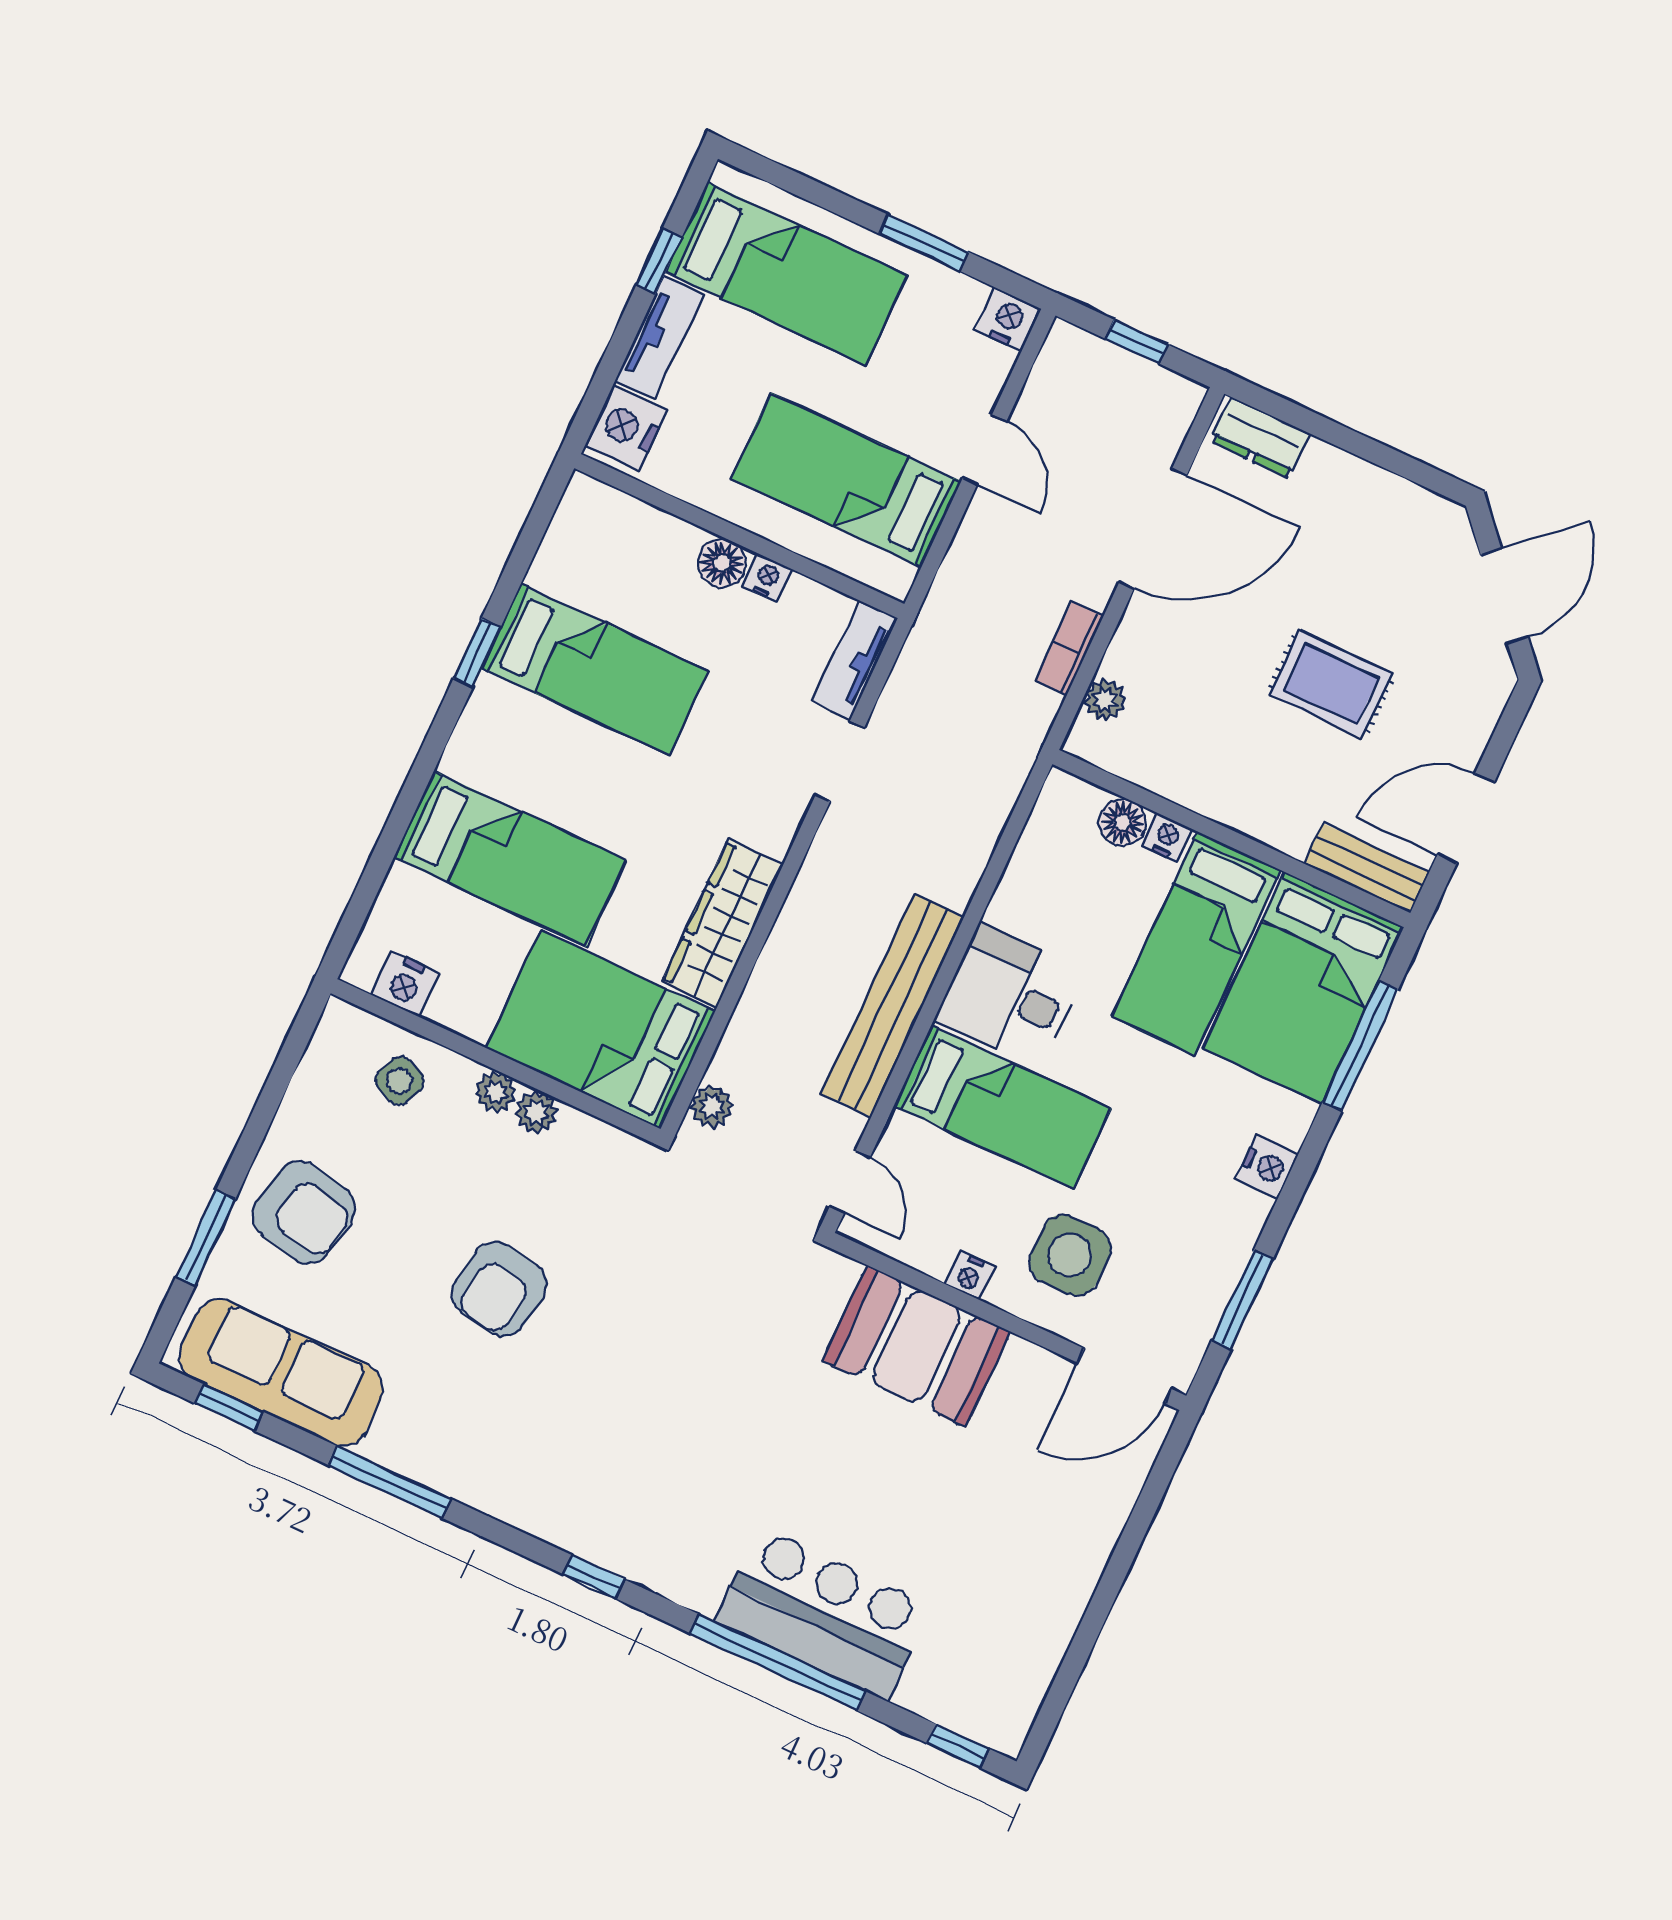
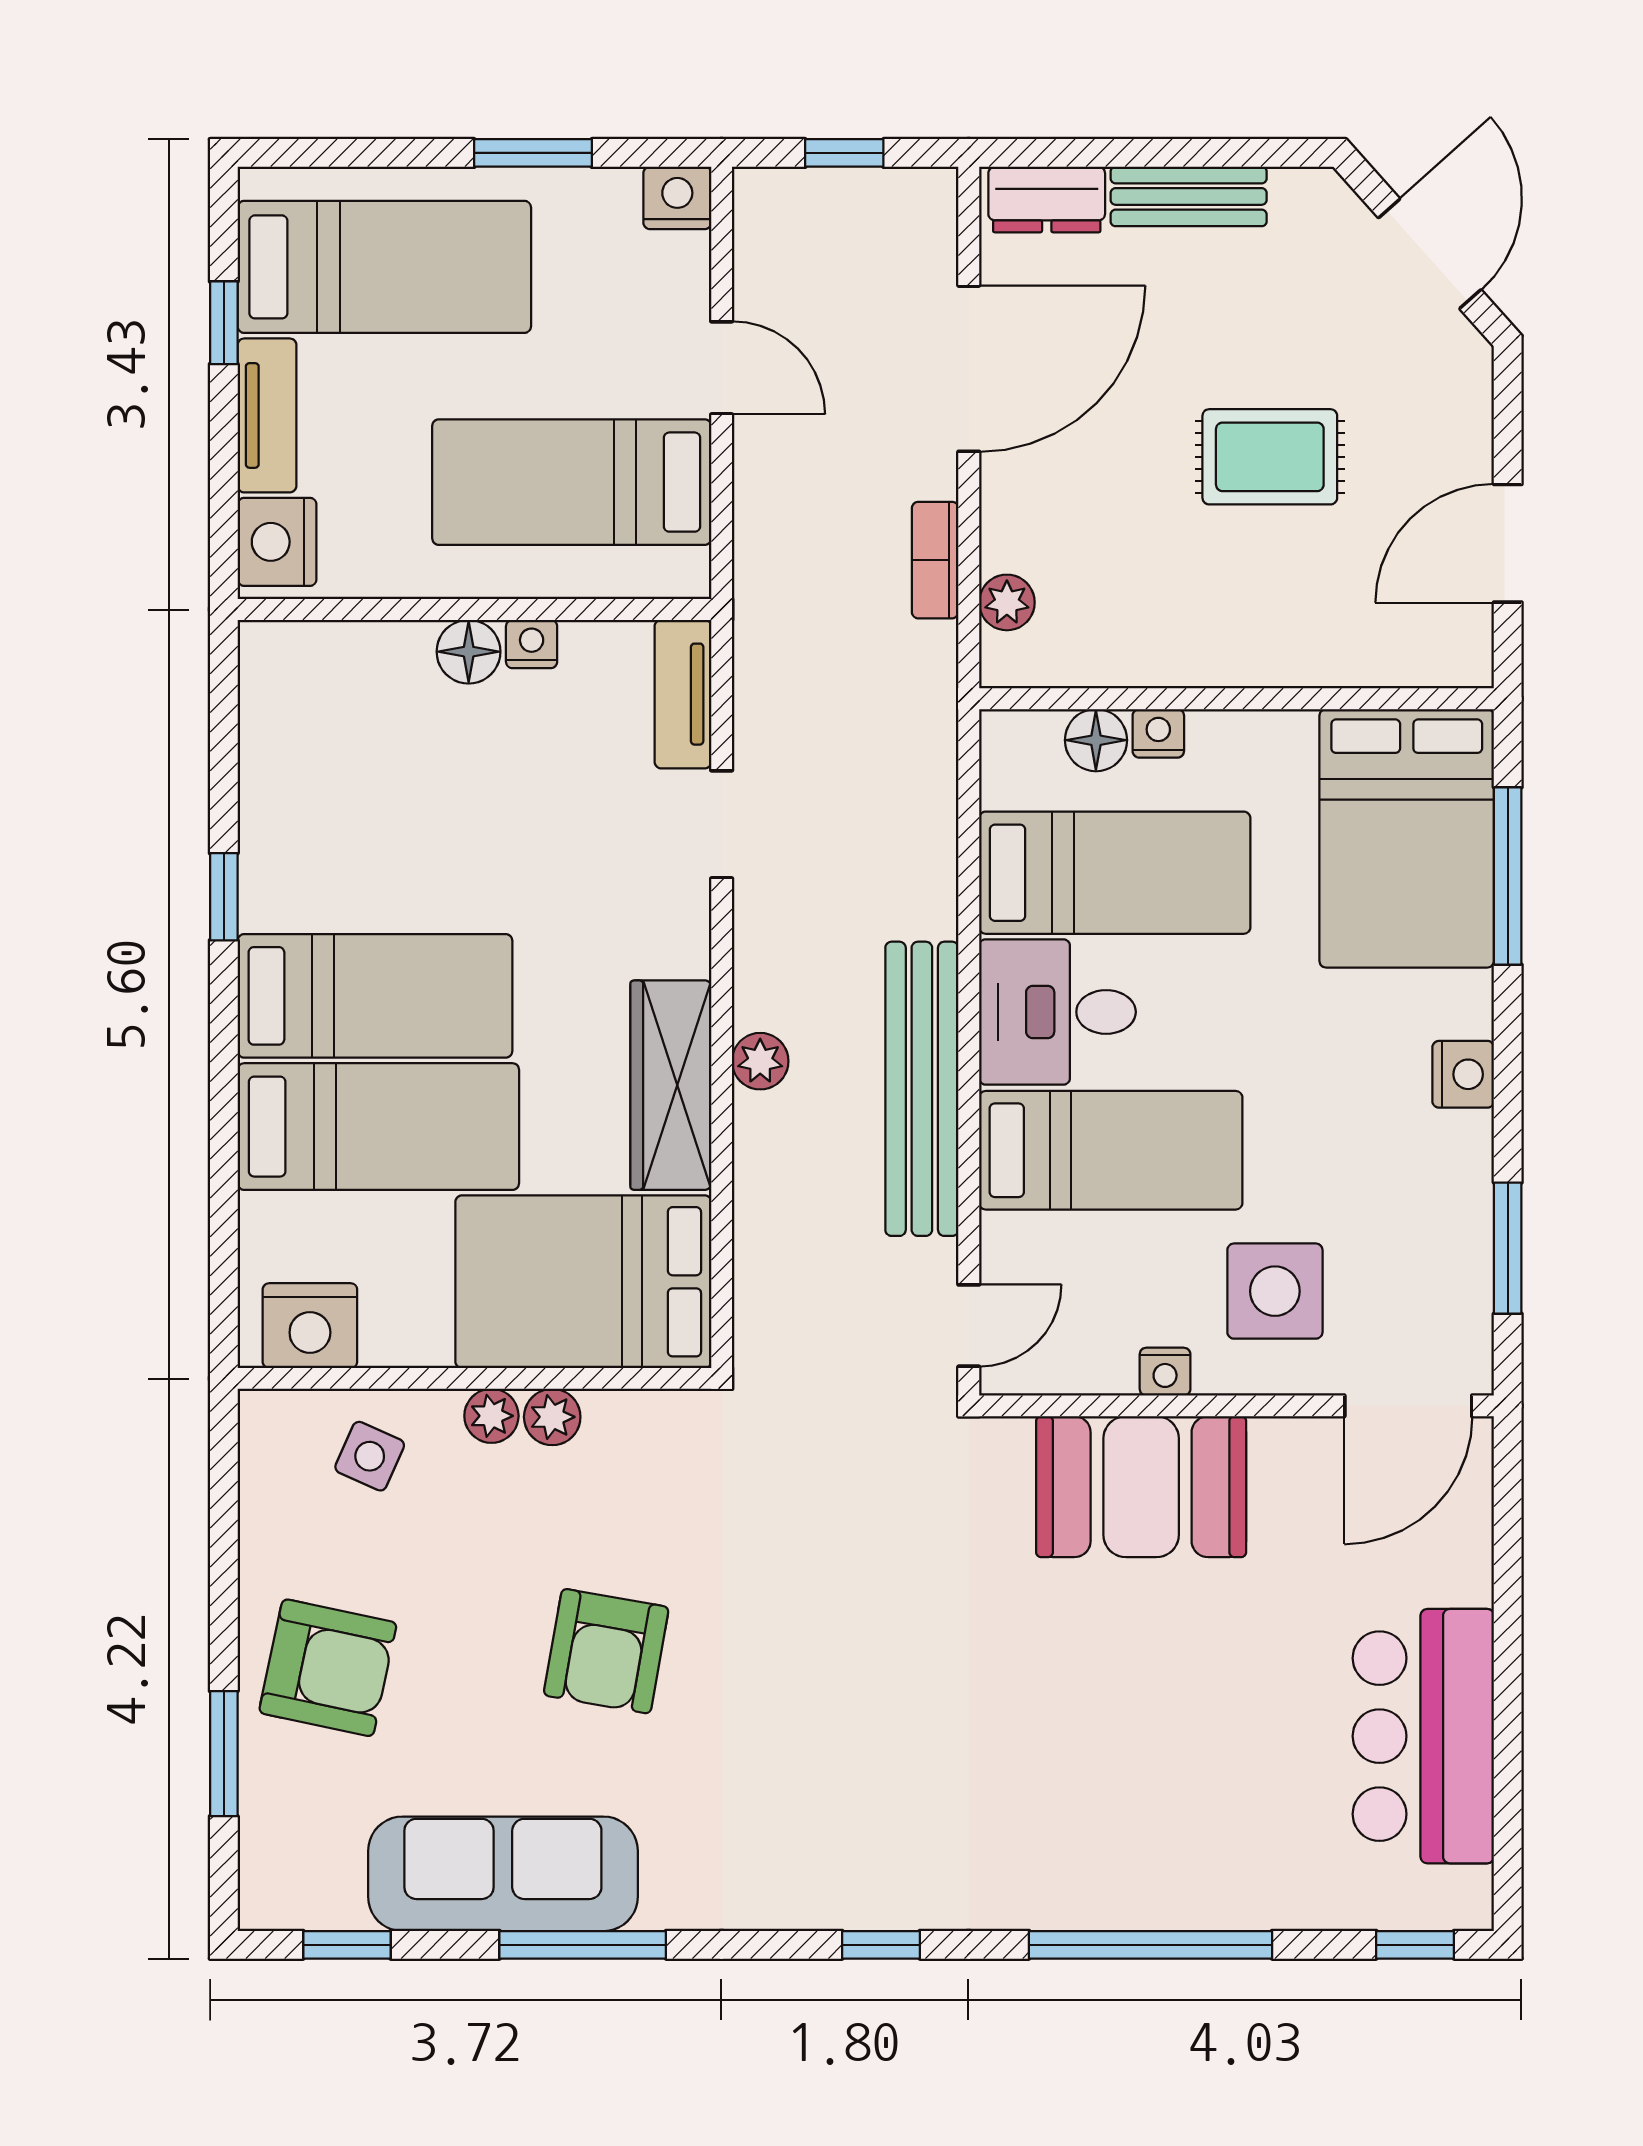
bed: (595, 670) -> (375, 996), moved
bench: (1367, 868) -> (1189, 196), moved
bed: (1196, 943) -> (1115, 873), moved, turned -90
nightstand: (405, 984) -> (310, 1326), width x1.36, depth x1.33
plant: (712, 1106) -> (760, 1061), moved
door: (850, 1182) -> (969, 1326), hinge flipped
sofa: (281, 1373) -> (503, 1874), moved
bar counter: (823, 1613) -> (1423, 1736), moved, turned -90

